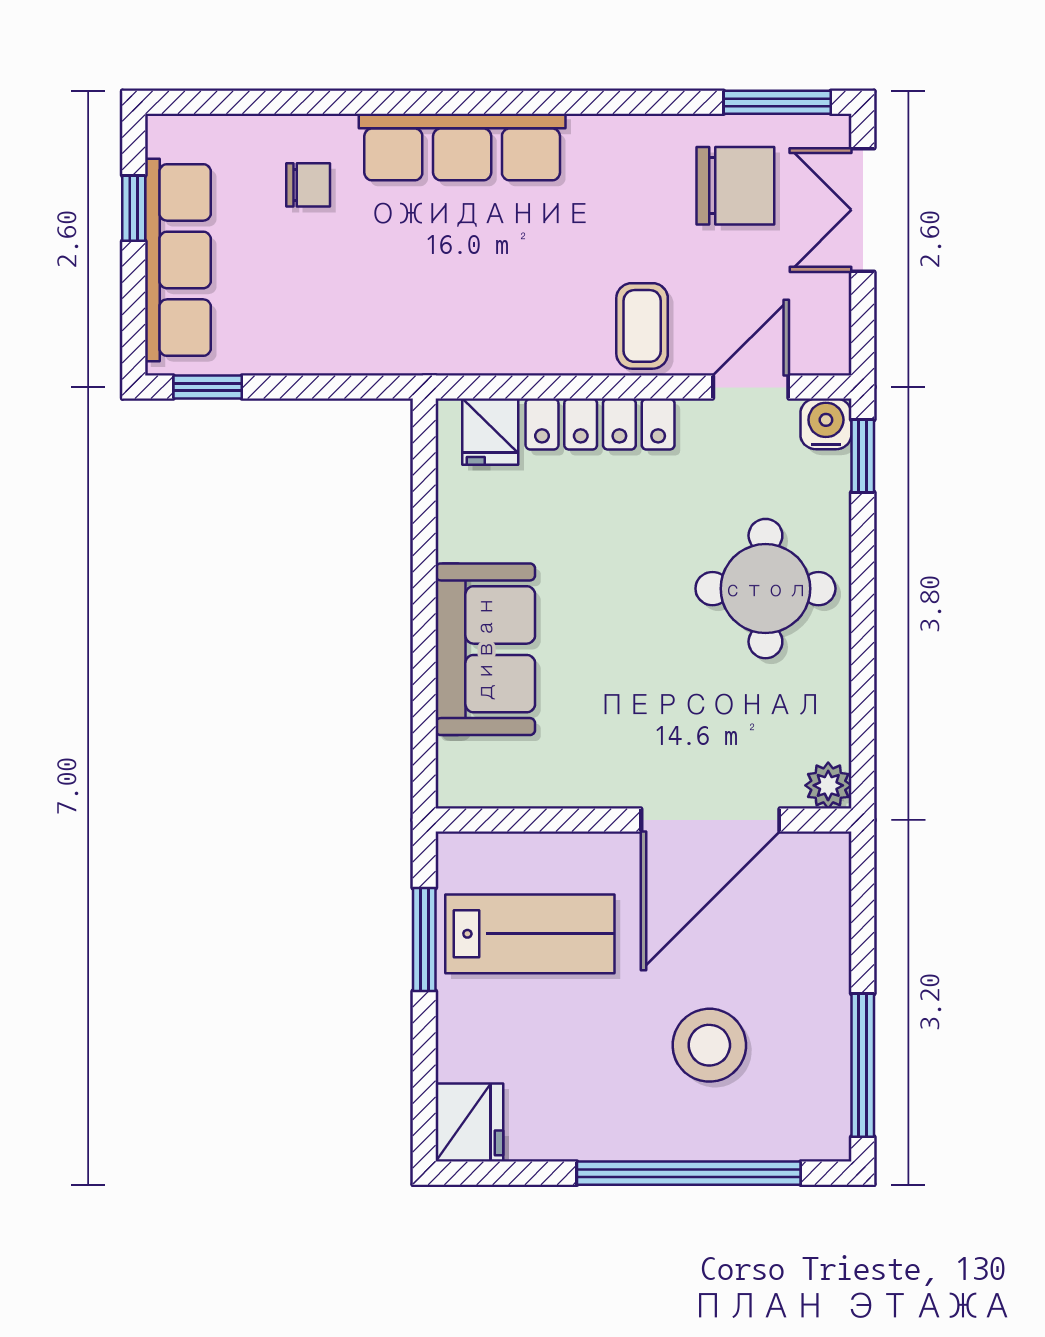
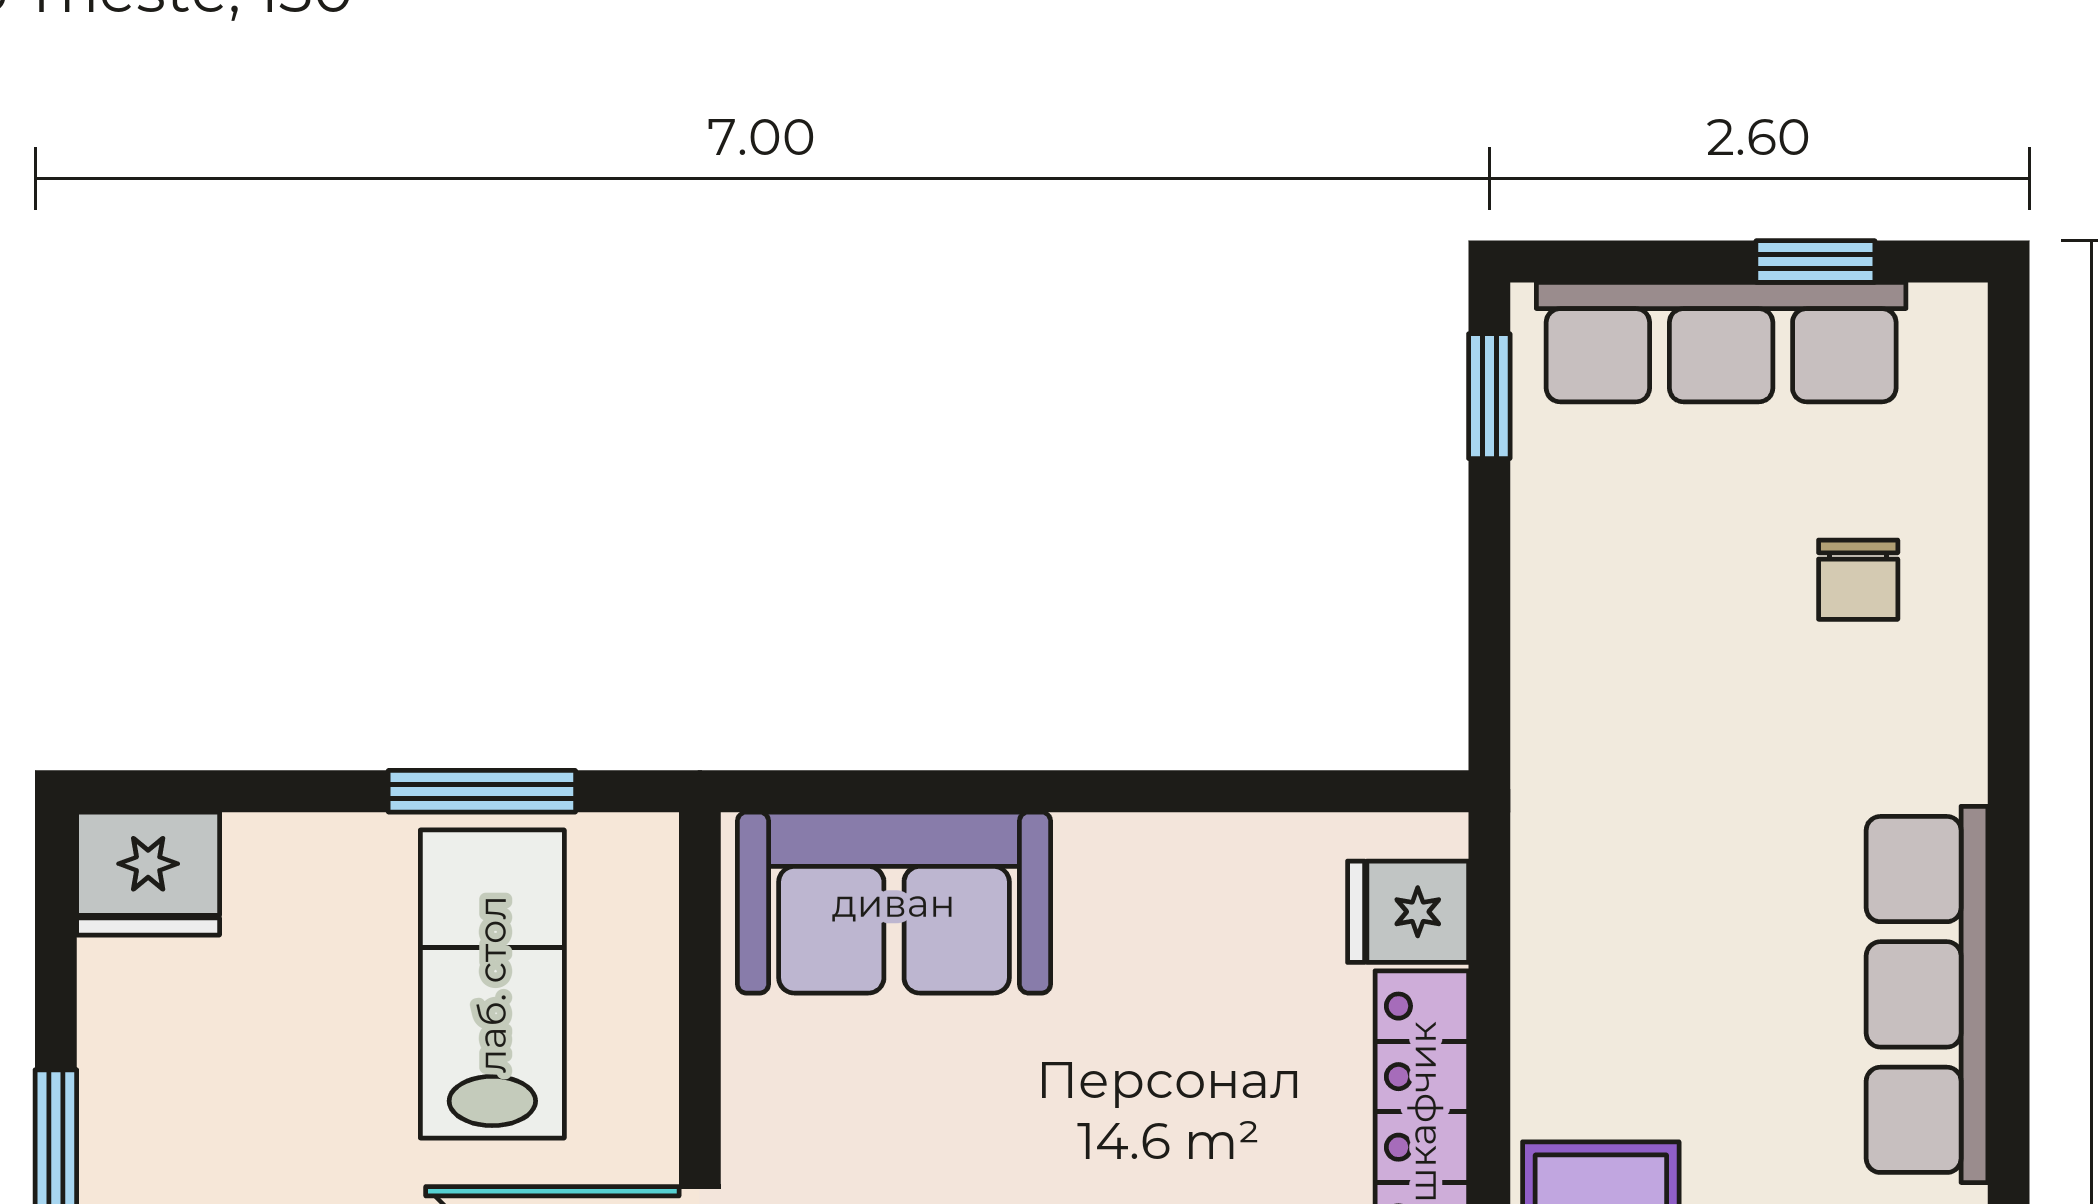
row of seats: (462, 147) -> (1927, 994), moved
sofa: (485, 649) -> (894, 903), moved
lab bench: (530, 934) -> (492, 984), turned 180

